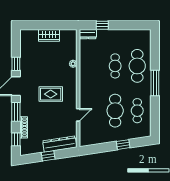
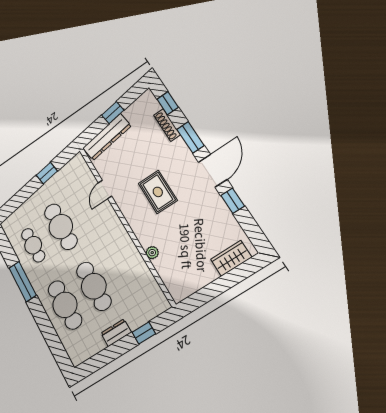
dresser: (88, 34) -> (116, 333), moved
wardrobe: (49, 35) -> (231, 258), moved
cafe table: (115, 66) -> (94, 286), width x1.37, depth x1.35
window: (155, 83) -> (23, 282), moved
rug: (51, 94) -> (158, 192), turned 90
window: (123, 145) -> (47, 173), moved

